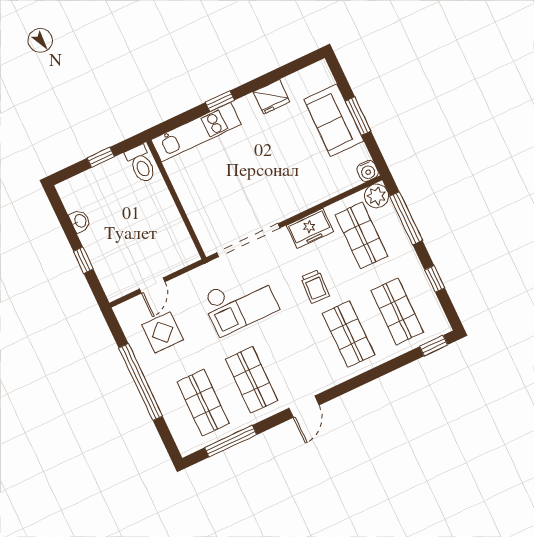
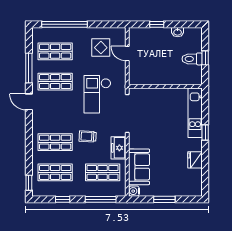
sofa: (334, 120) -> (139, 167), moved, turned 90
toilet: (141, 164) -> (192, 59), moved
plant: (377, 196) -> (119, 190), removed
window: (141, 382) -> (64, 24), moved
window: (231, 441) -> (29, 68), moved

